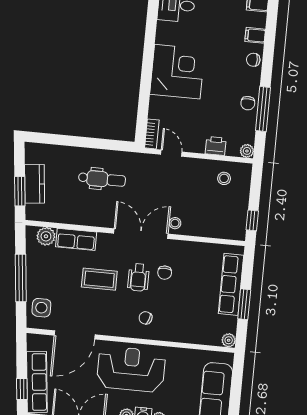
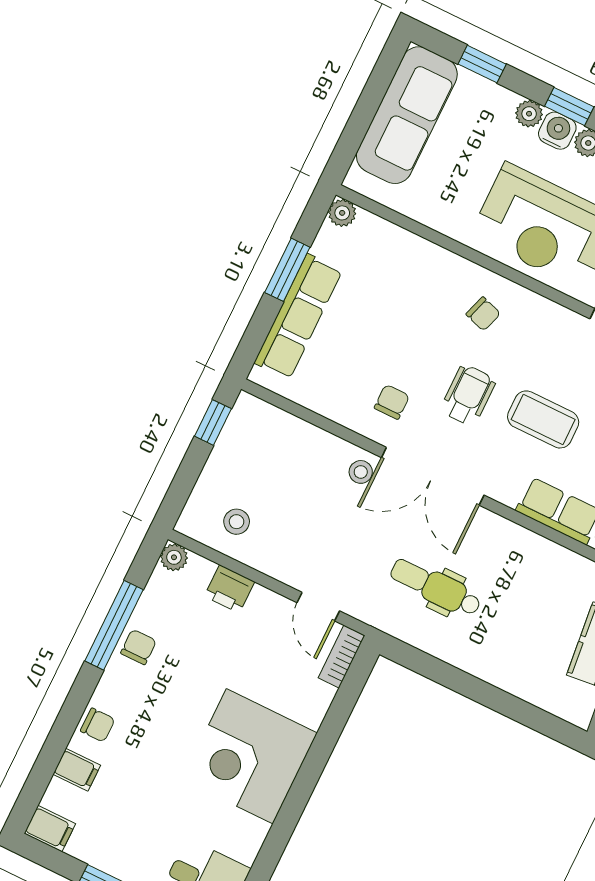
dental chair: (102, 179) -> (436, 587), moved
chair: (165, 273) -> (392, 402), moved

